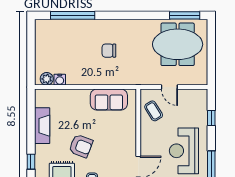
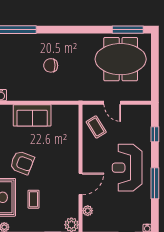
sofa: (109, 100) -> (32, 115), moved

